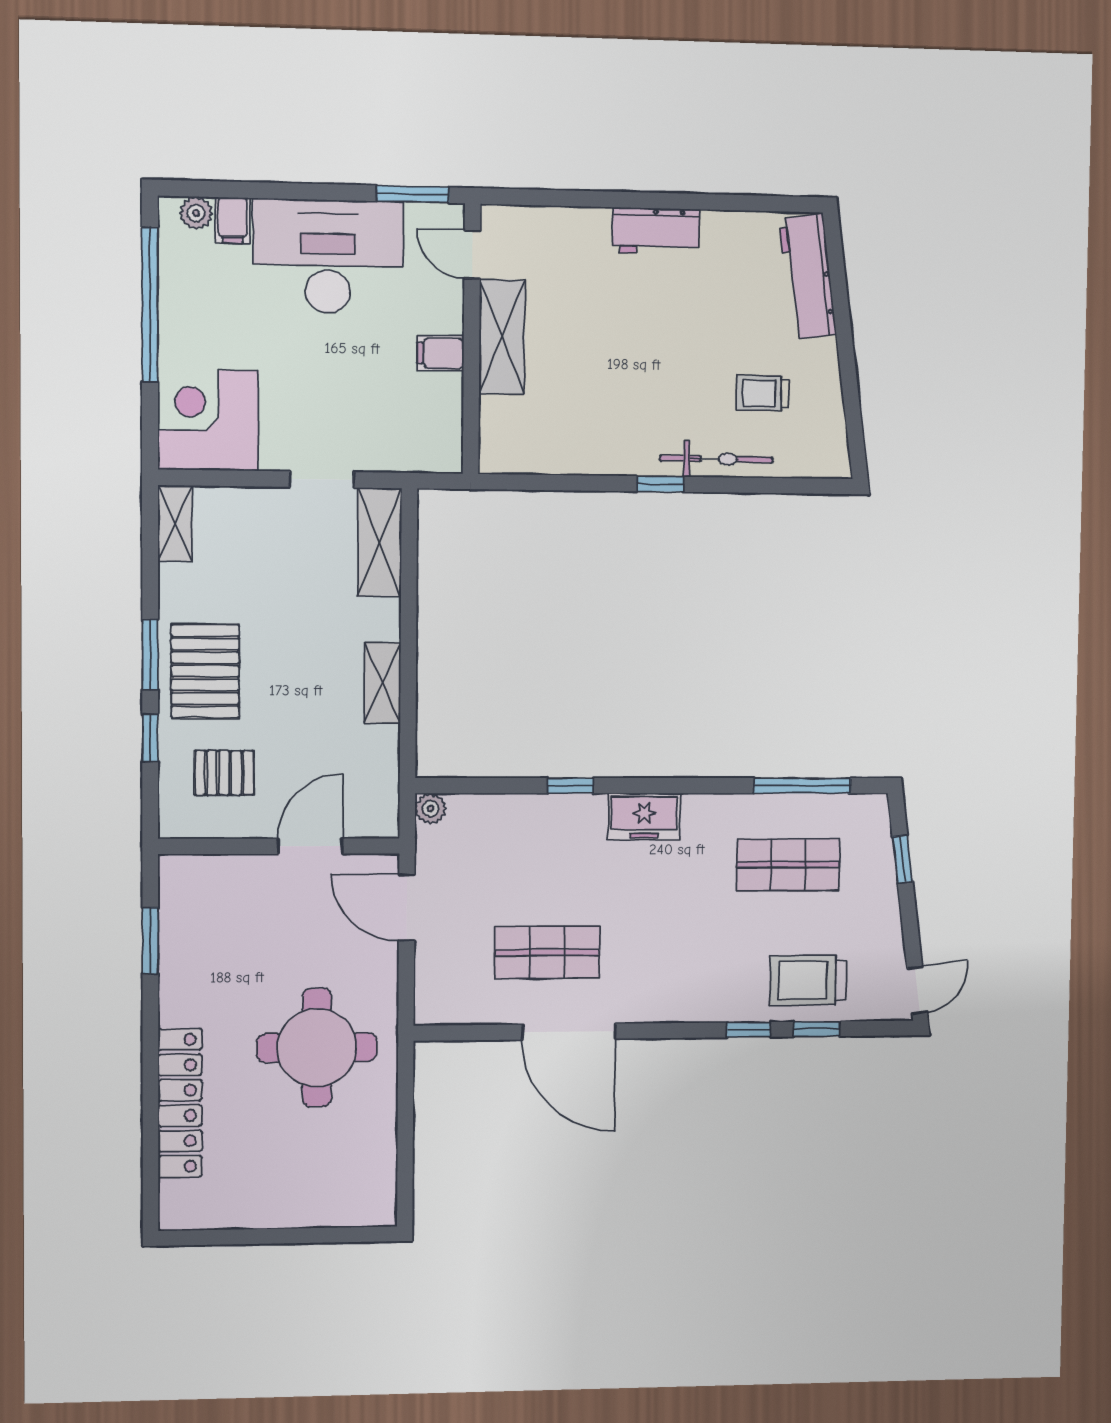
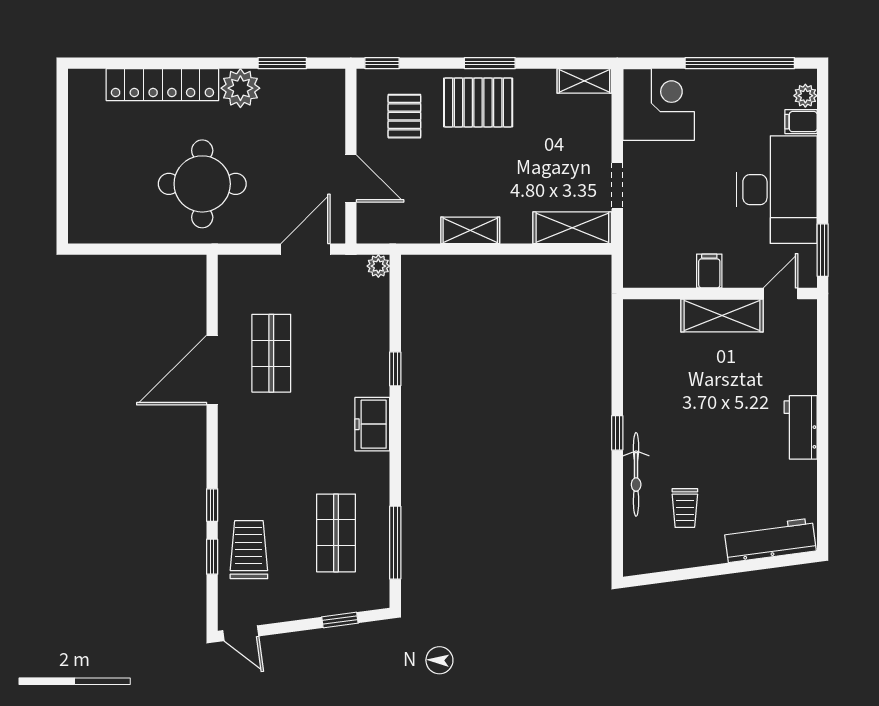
trolley: (763, 393) -> (685, 508), turned 180
window: (150, 738) -> (382, 63), moved
plant: (185, 997) -> (240, 88), added

